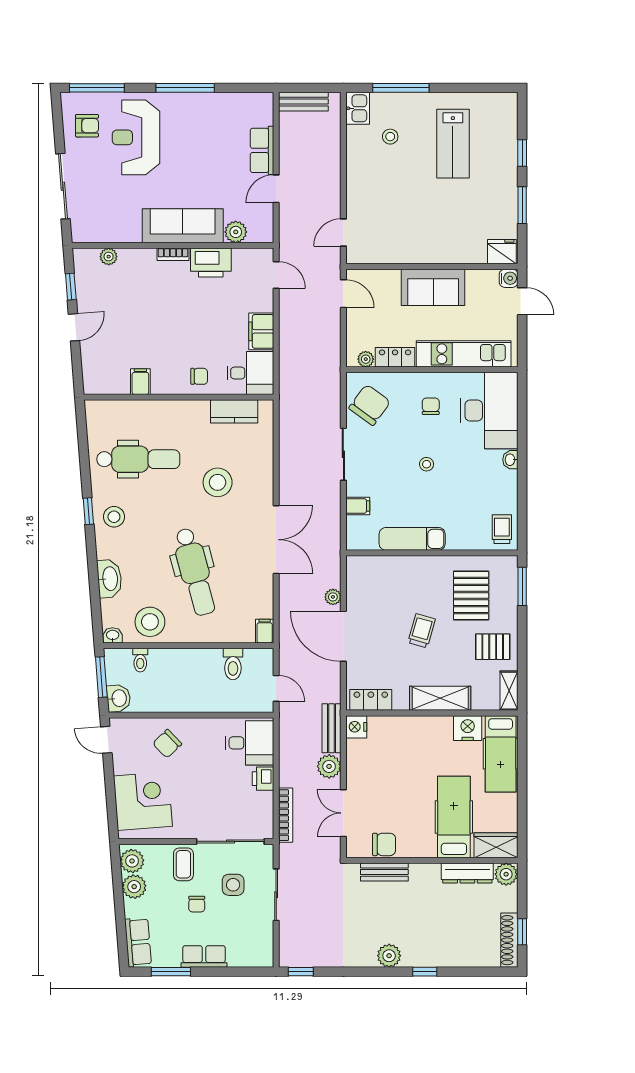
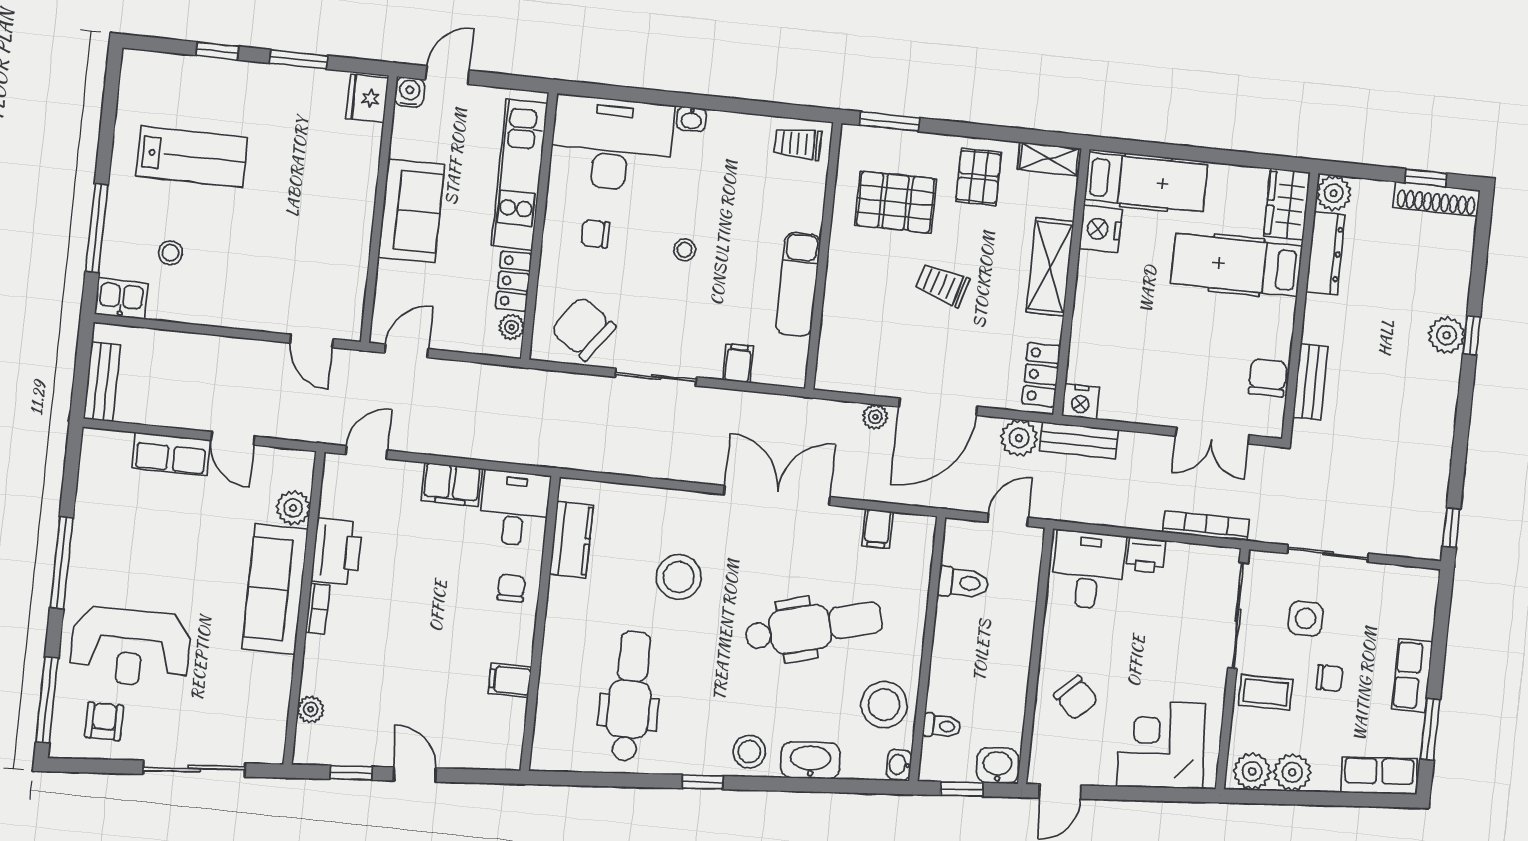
stool: (114, 517) -> (749, 752), moved
filing cabinet: (265, 631) -> (878, 529), moved, turned -90
window: (101, 677) -> (962, 789), width x0.67
plant: (329, 766) -> (1019, 438), moved
plant: (389, 956) -> (1447, 335), moved

